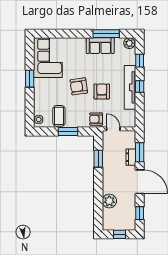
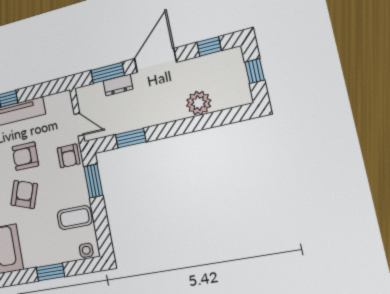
window: (30, 79) -> (50, 272), moved
armchair: (79, 86) -> (24, 194), turned -153
door: (113, 129) -> (79, 125), swing flipped
window: (68, 131) -> (93, 181), moved

